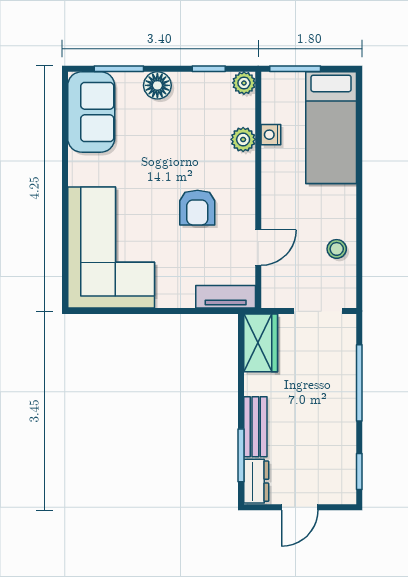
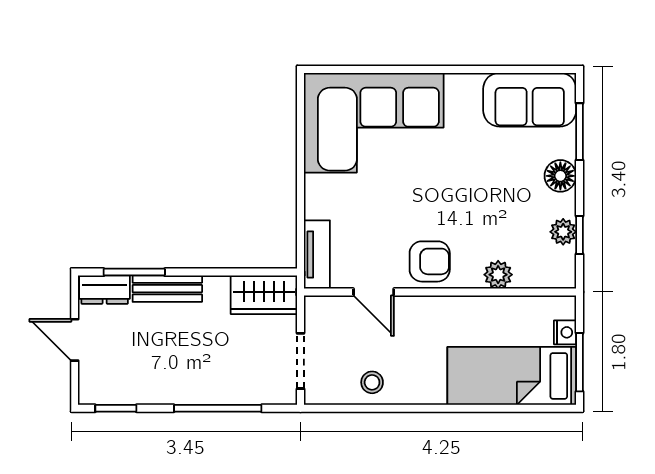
window: (295, 69) -> (580, 362), moved
plant: (244, 83) -> (563, 232), moved
nightstand: (271, 135) -> (565, 332), moved, turned 90
armchair: (197, 208) -> (430, 261), moved, turned 180

